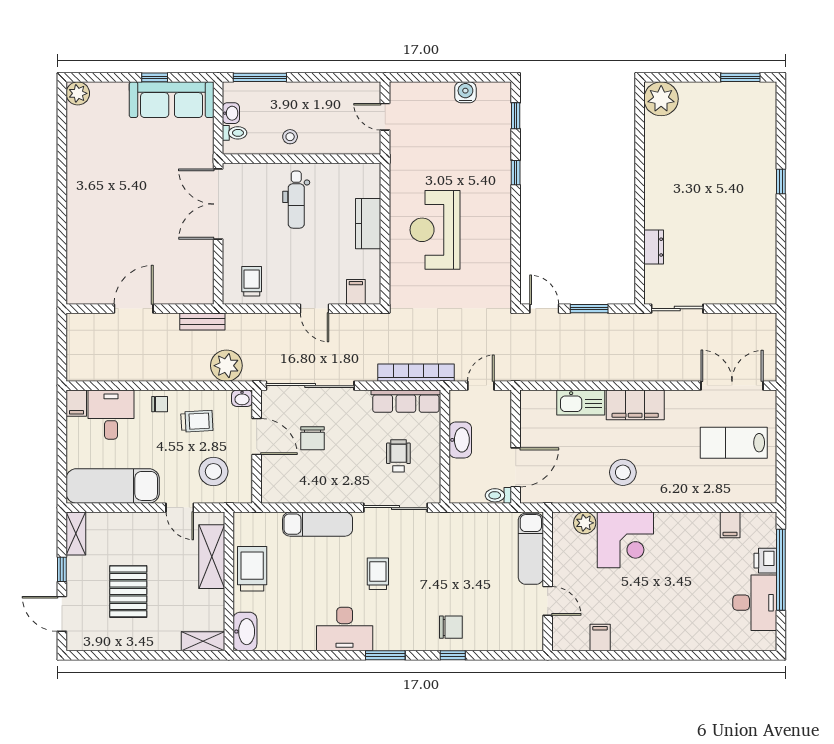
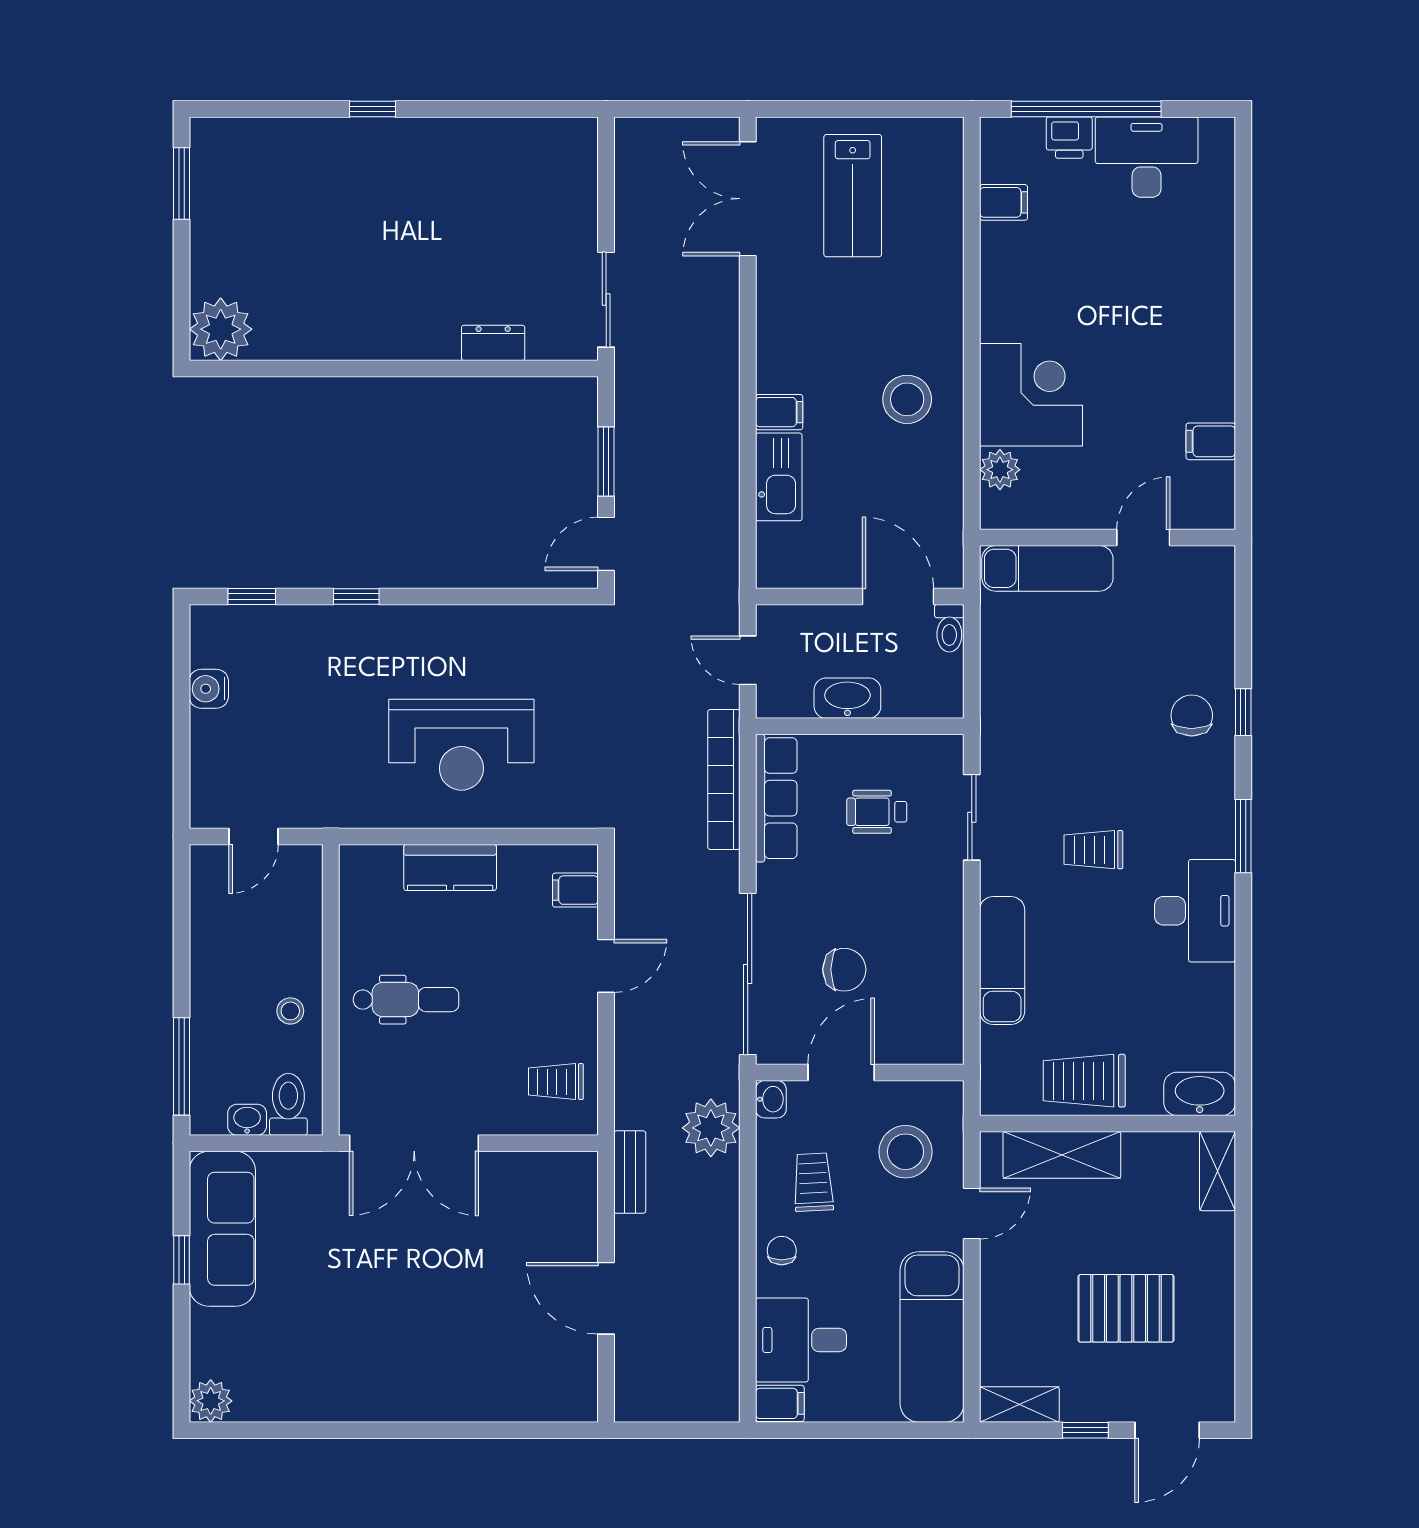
toilet: (235, 133) -> (288, 1104), width x1.37, depth x1.39
filing cabinet: (635, 405) -> (779, 412), width x0.33, depth x0.86
sliding door: (395, 508) -> (972, 817), width x0.73

